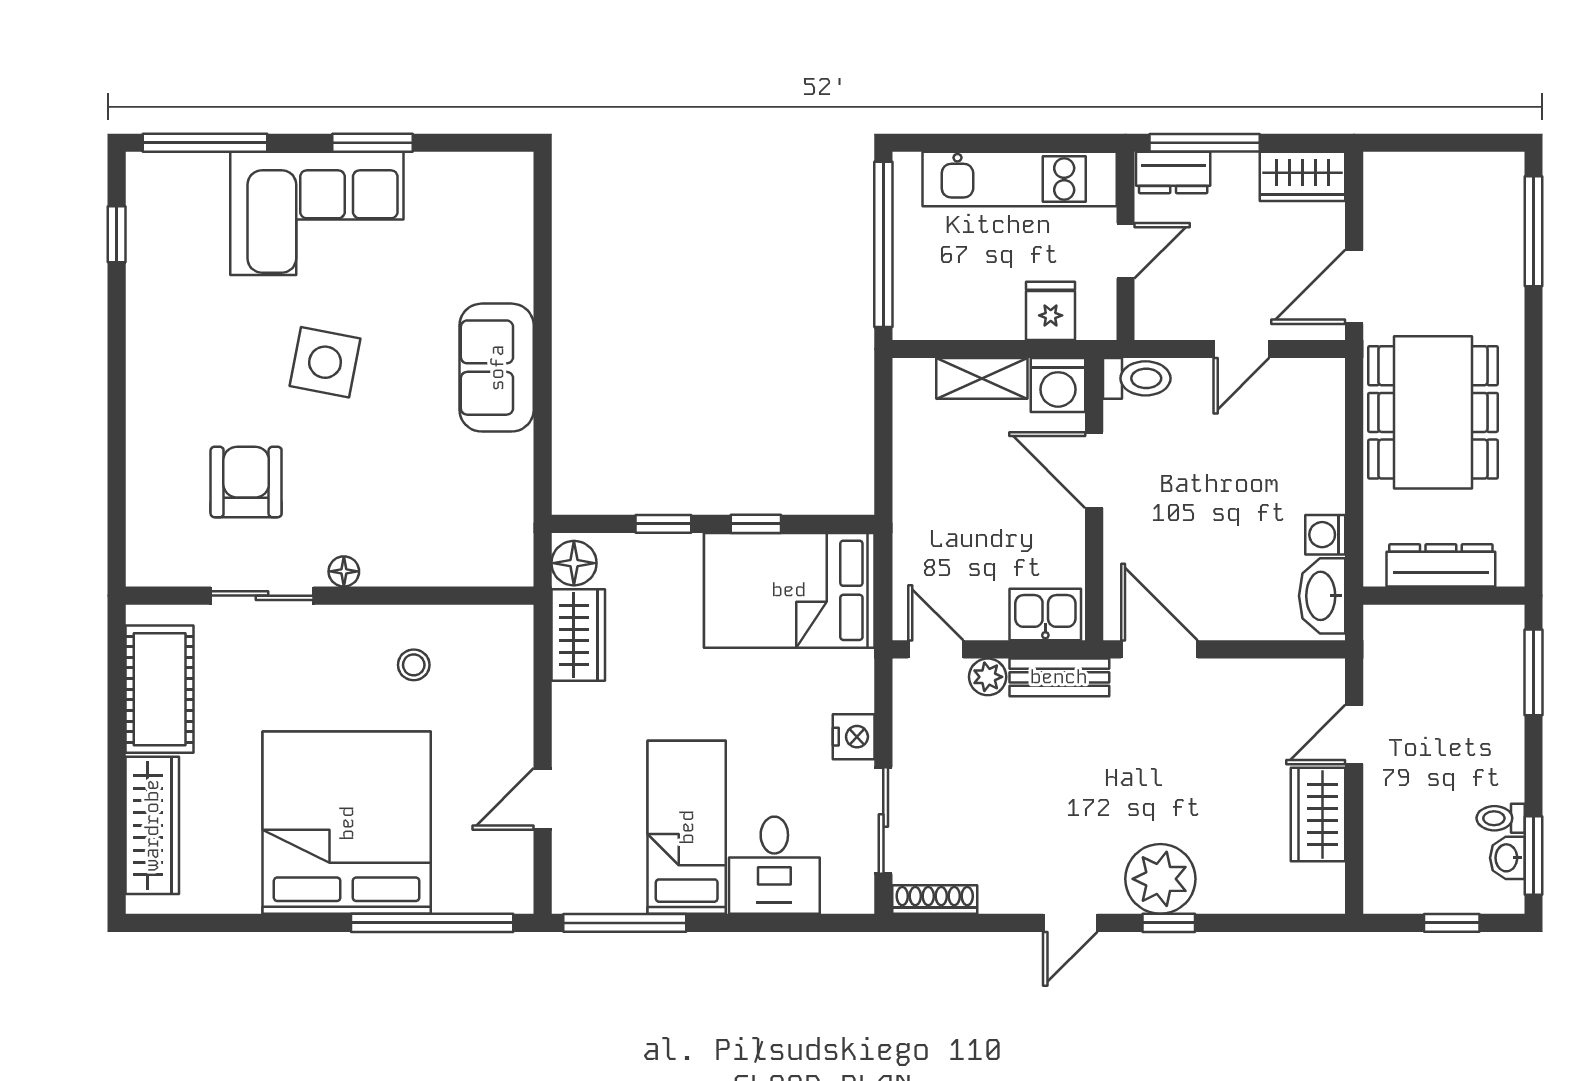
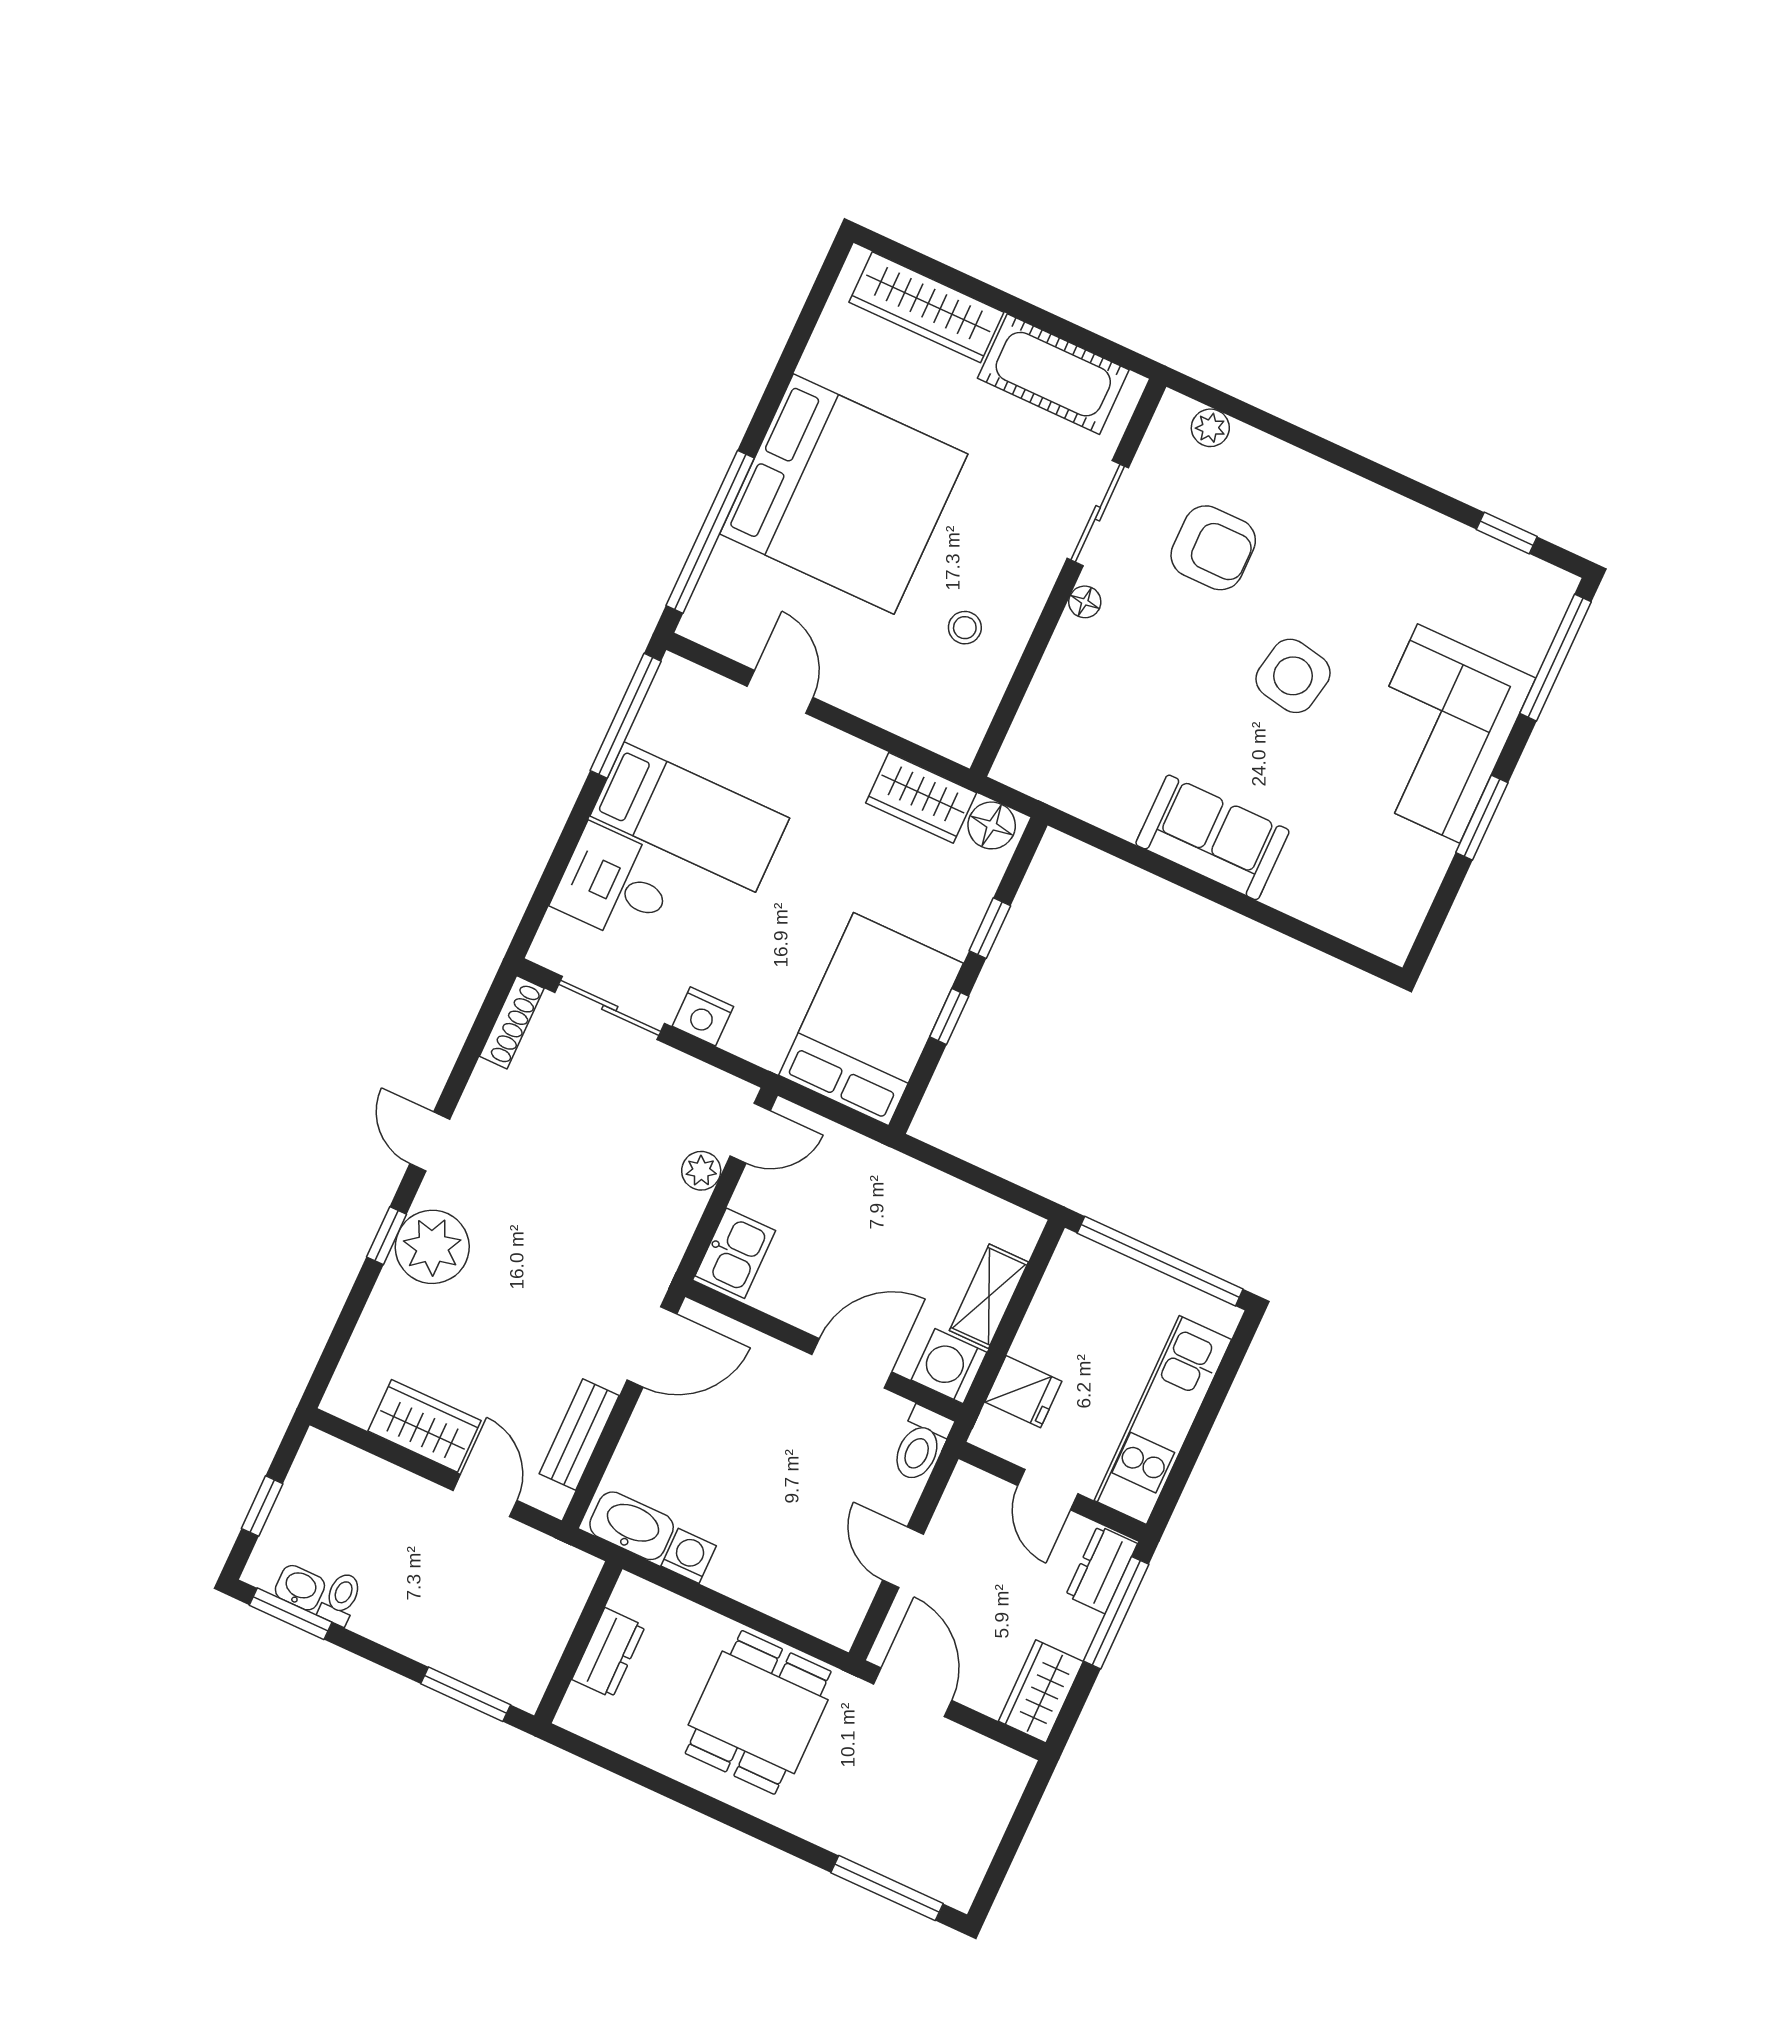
dining table: (1433, 412) -> (758, 1712), width x0.73
plant: (144, 532) -> (1210, 428), added
dresser: (1441, 565) -> (609, 1653), width x0.70
bench: (1059, 677) -> (579, 1435), moved

